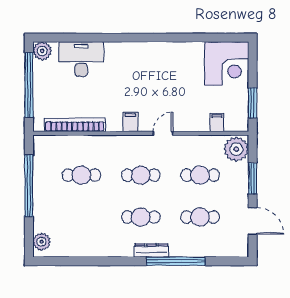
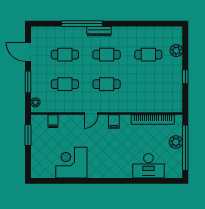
plant: (42, 51) -> (176, 142), moved
corner desk: (227, 64) -> (71, 163), moved
plant: (236, 149) -> (35, 102), width x0.53, depth x0.53
cafe table: (81, 175) -> (148, 55), moved
window: (29, 186) -> (185, 77), width x0.32
plant: (42, 242) -> (176, 51), moved

